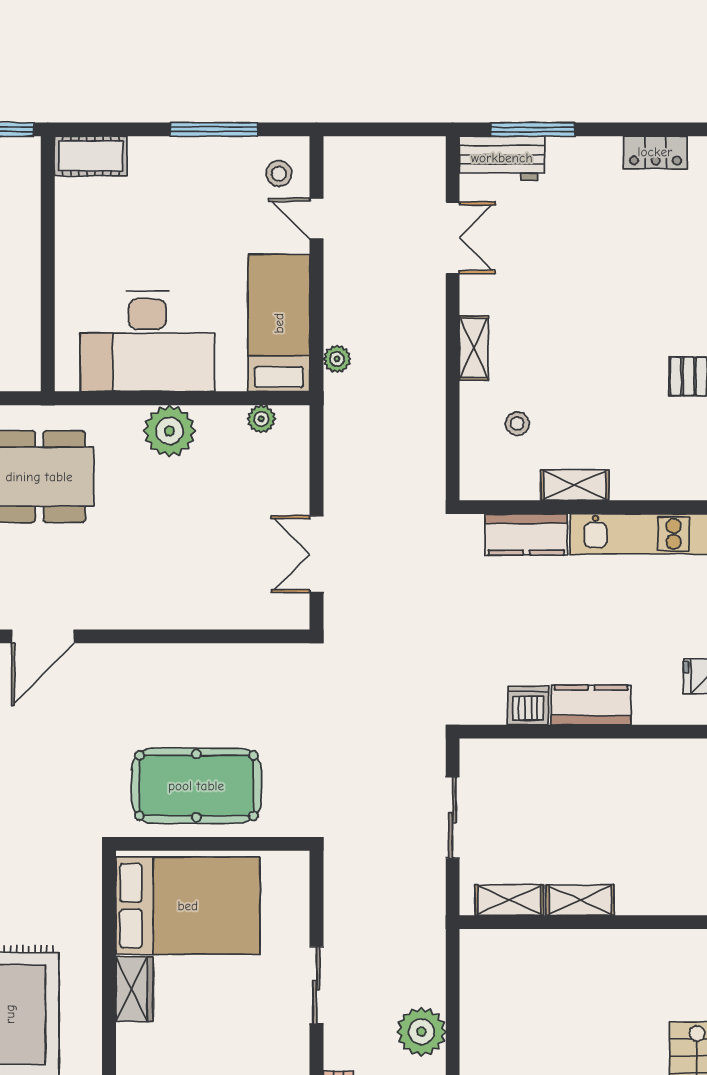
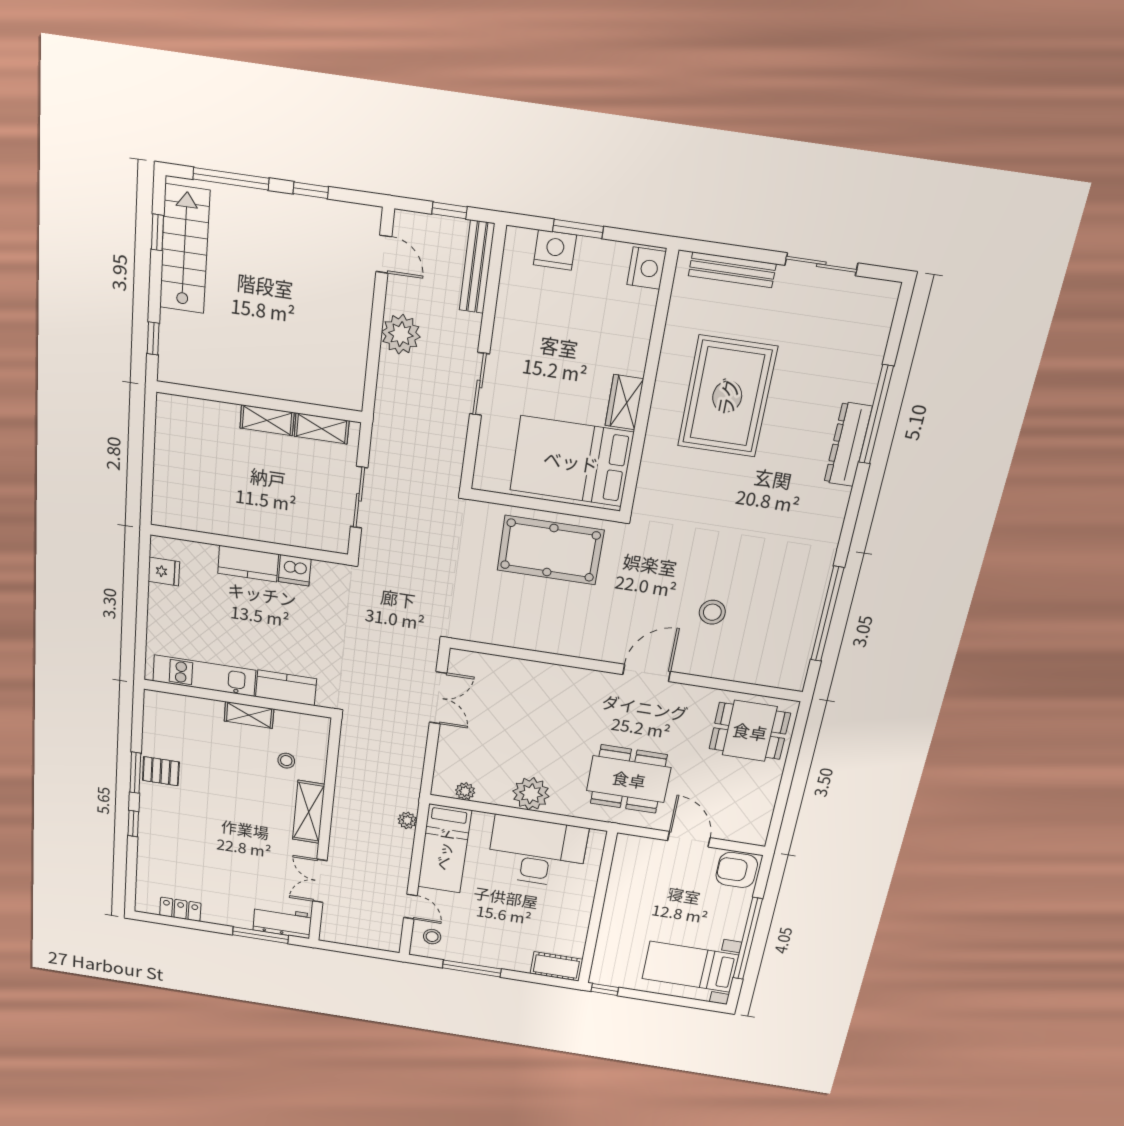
shelving: (474, 348) -> (309, 812), width x1.50, depth x1.33

